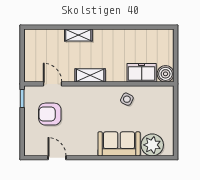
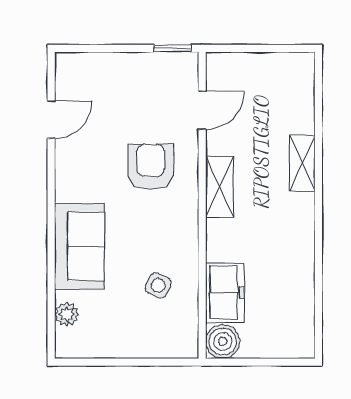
side table: (127, 99) -> (158, 285), moved
armchair: (50, 114) -> (151, 167), moved
plant: (152, 145) -> (67, 314), width x0.53, depth x0.53

